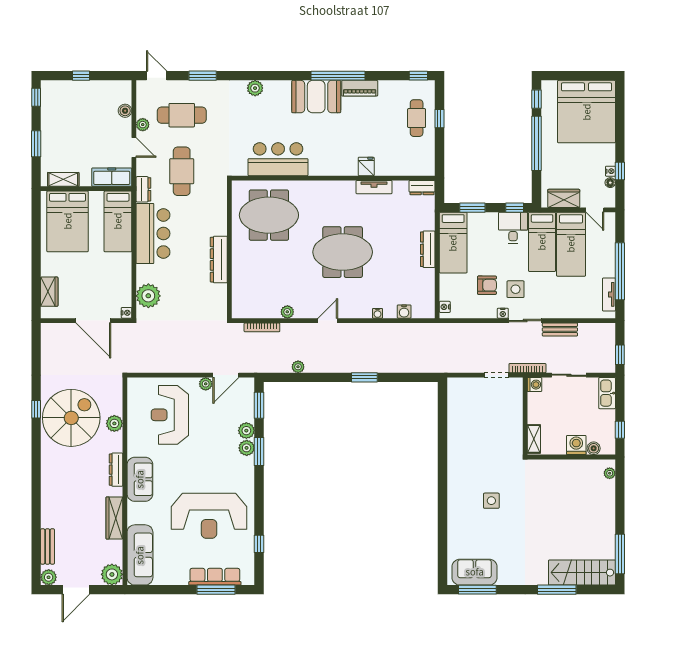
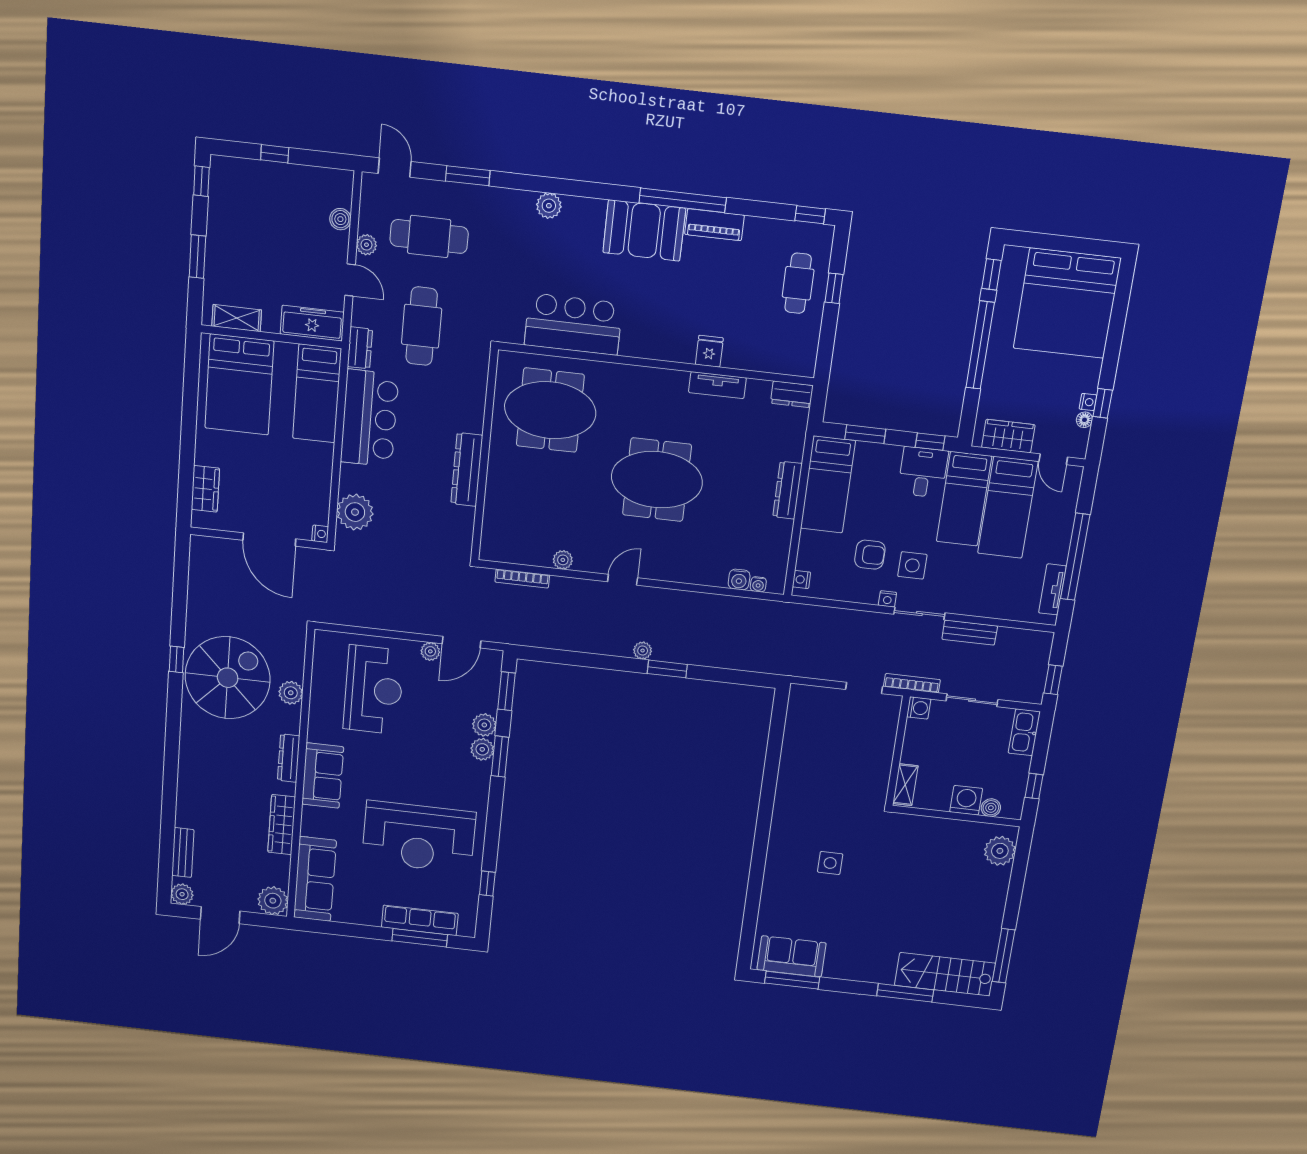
water cooler: (378, 313) -> (758, 584), moved
plant: (298, 367) -> (643, 651), moved
reception desk: (170, 415) -> (374, 690), turned 180
plant: (610, 473) -> (1000, 851), width x1.88, depth x1.88

